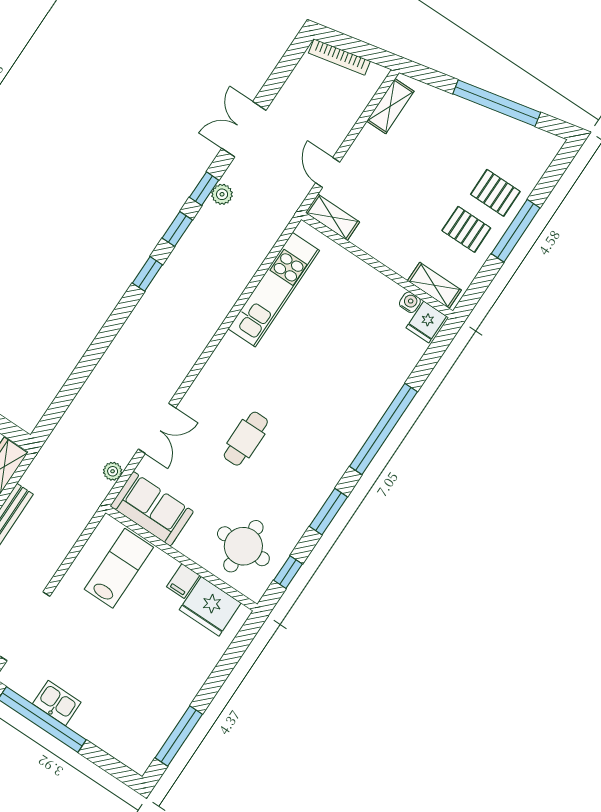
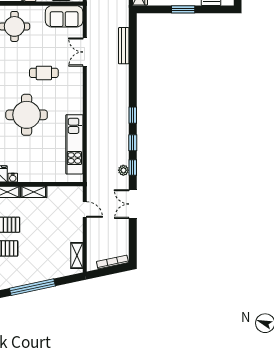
double door: (244, 129) -> (133, 204), swing flipped
shelving: (333, 217) -> (34, 192), moved
round table: (319, 389) -> (27, 115), added
bench: (87, 396) -> (124, 46), added
cafe table: (246, 439) -> (44, 73), turned 90
plant: (113, 471) -> (91, 21), removed

